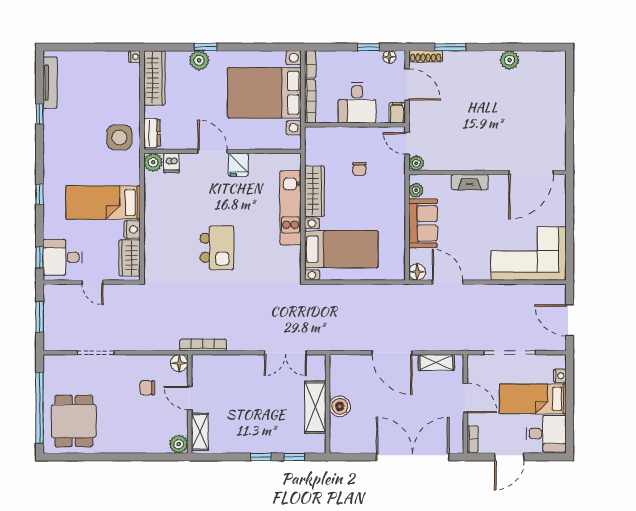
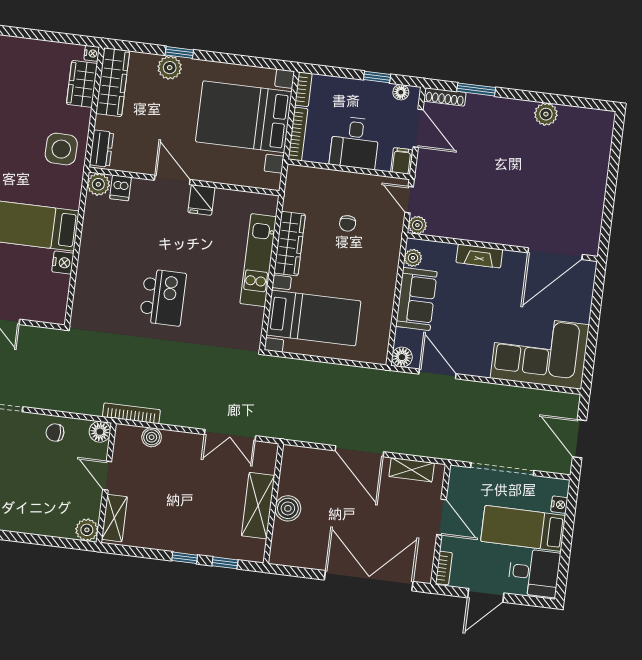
wardrobe: (130, 258) -> (82, 84), moved
boiler: (222, 362) -> (152, 437), added
chair: (147, 388) -> (55, 433), moved

